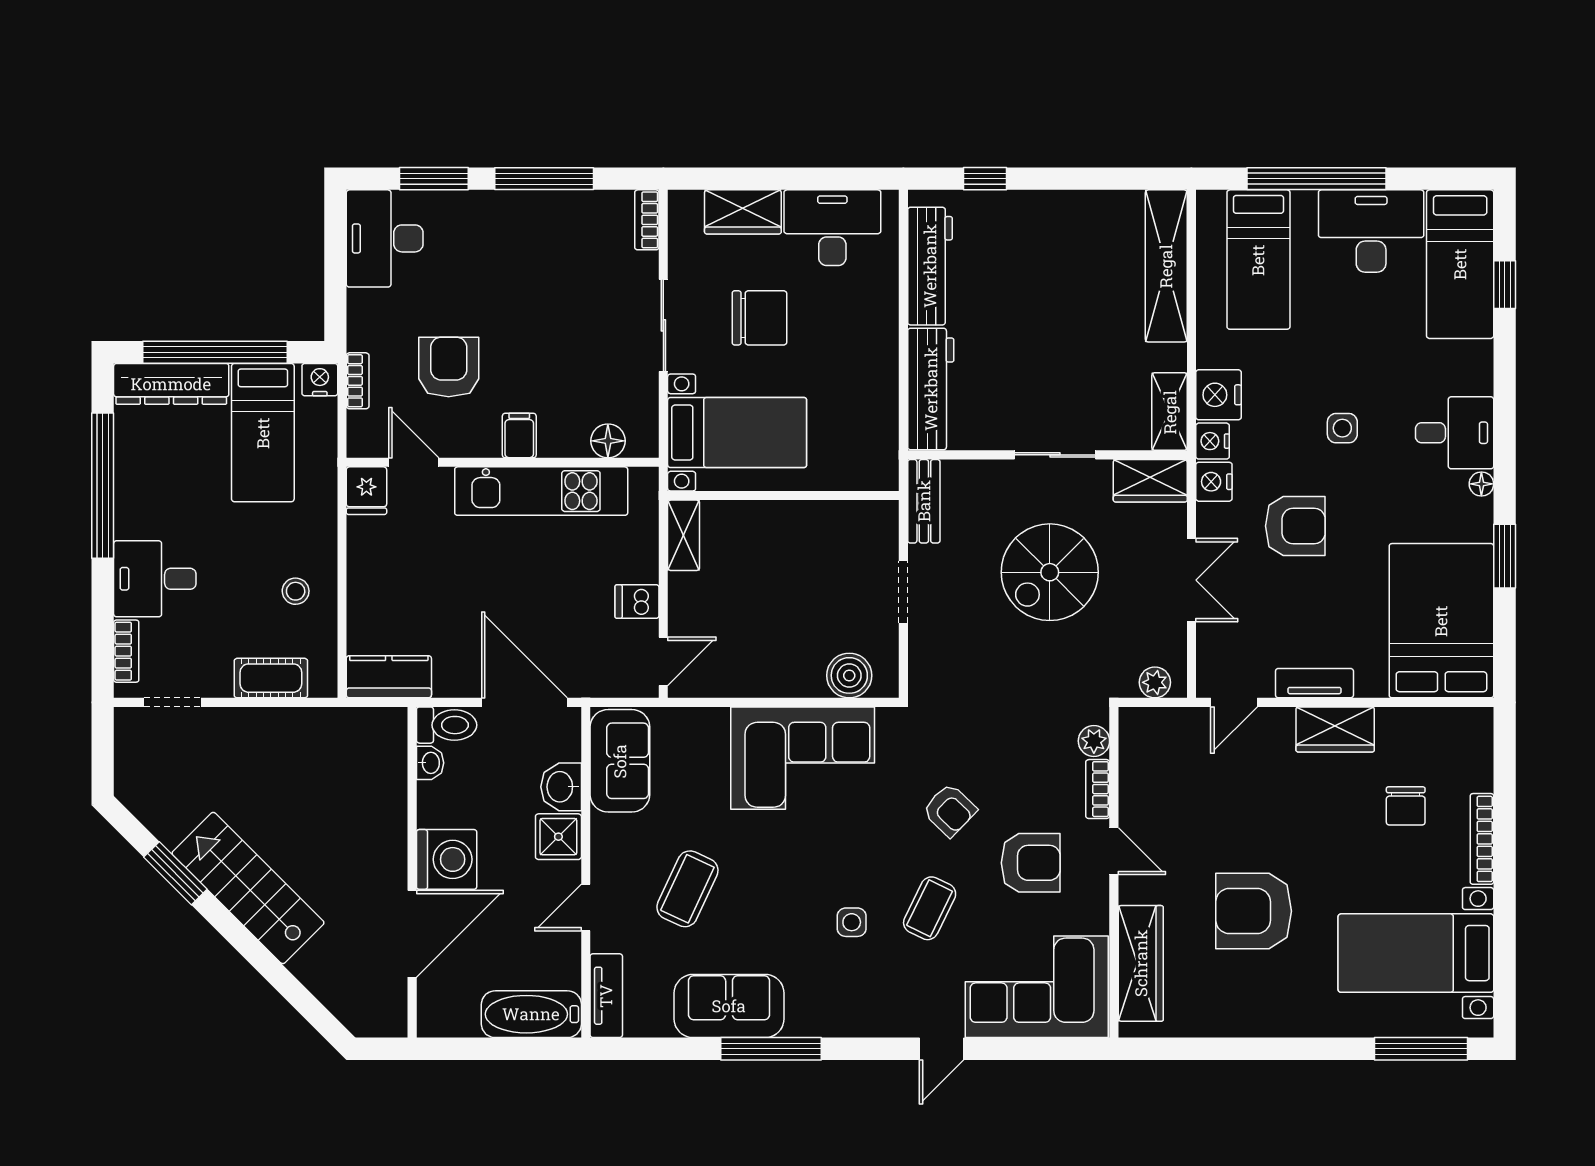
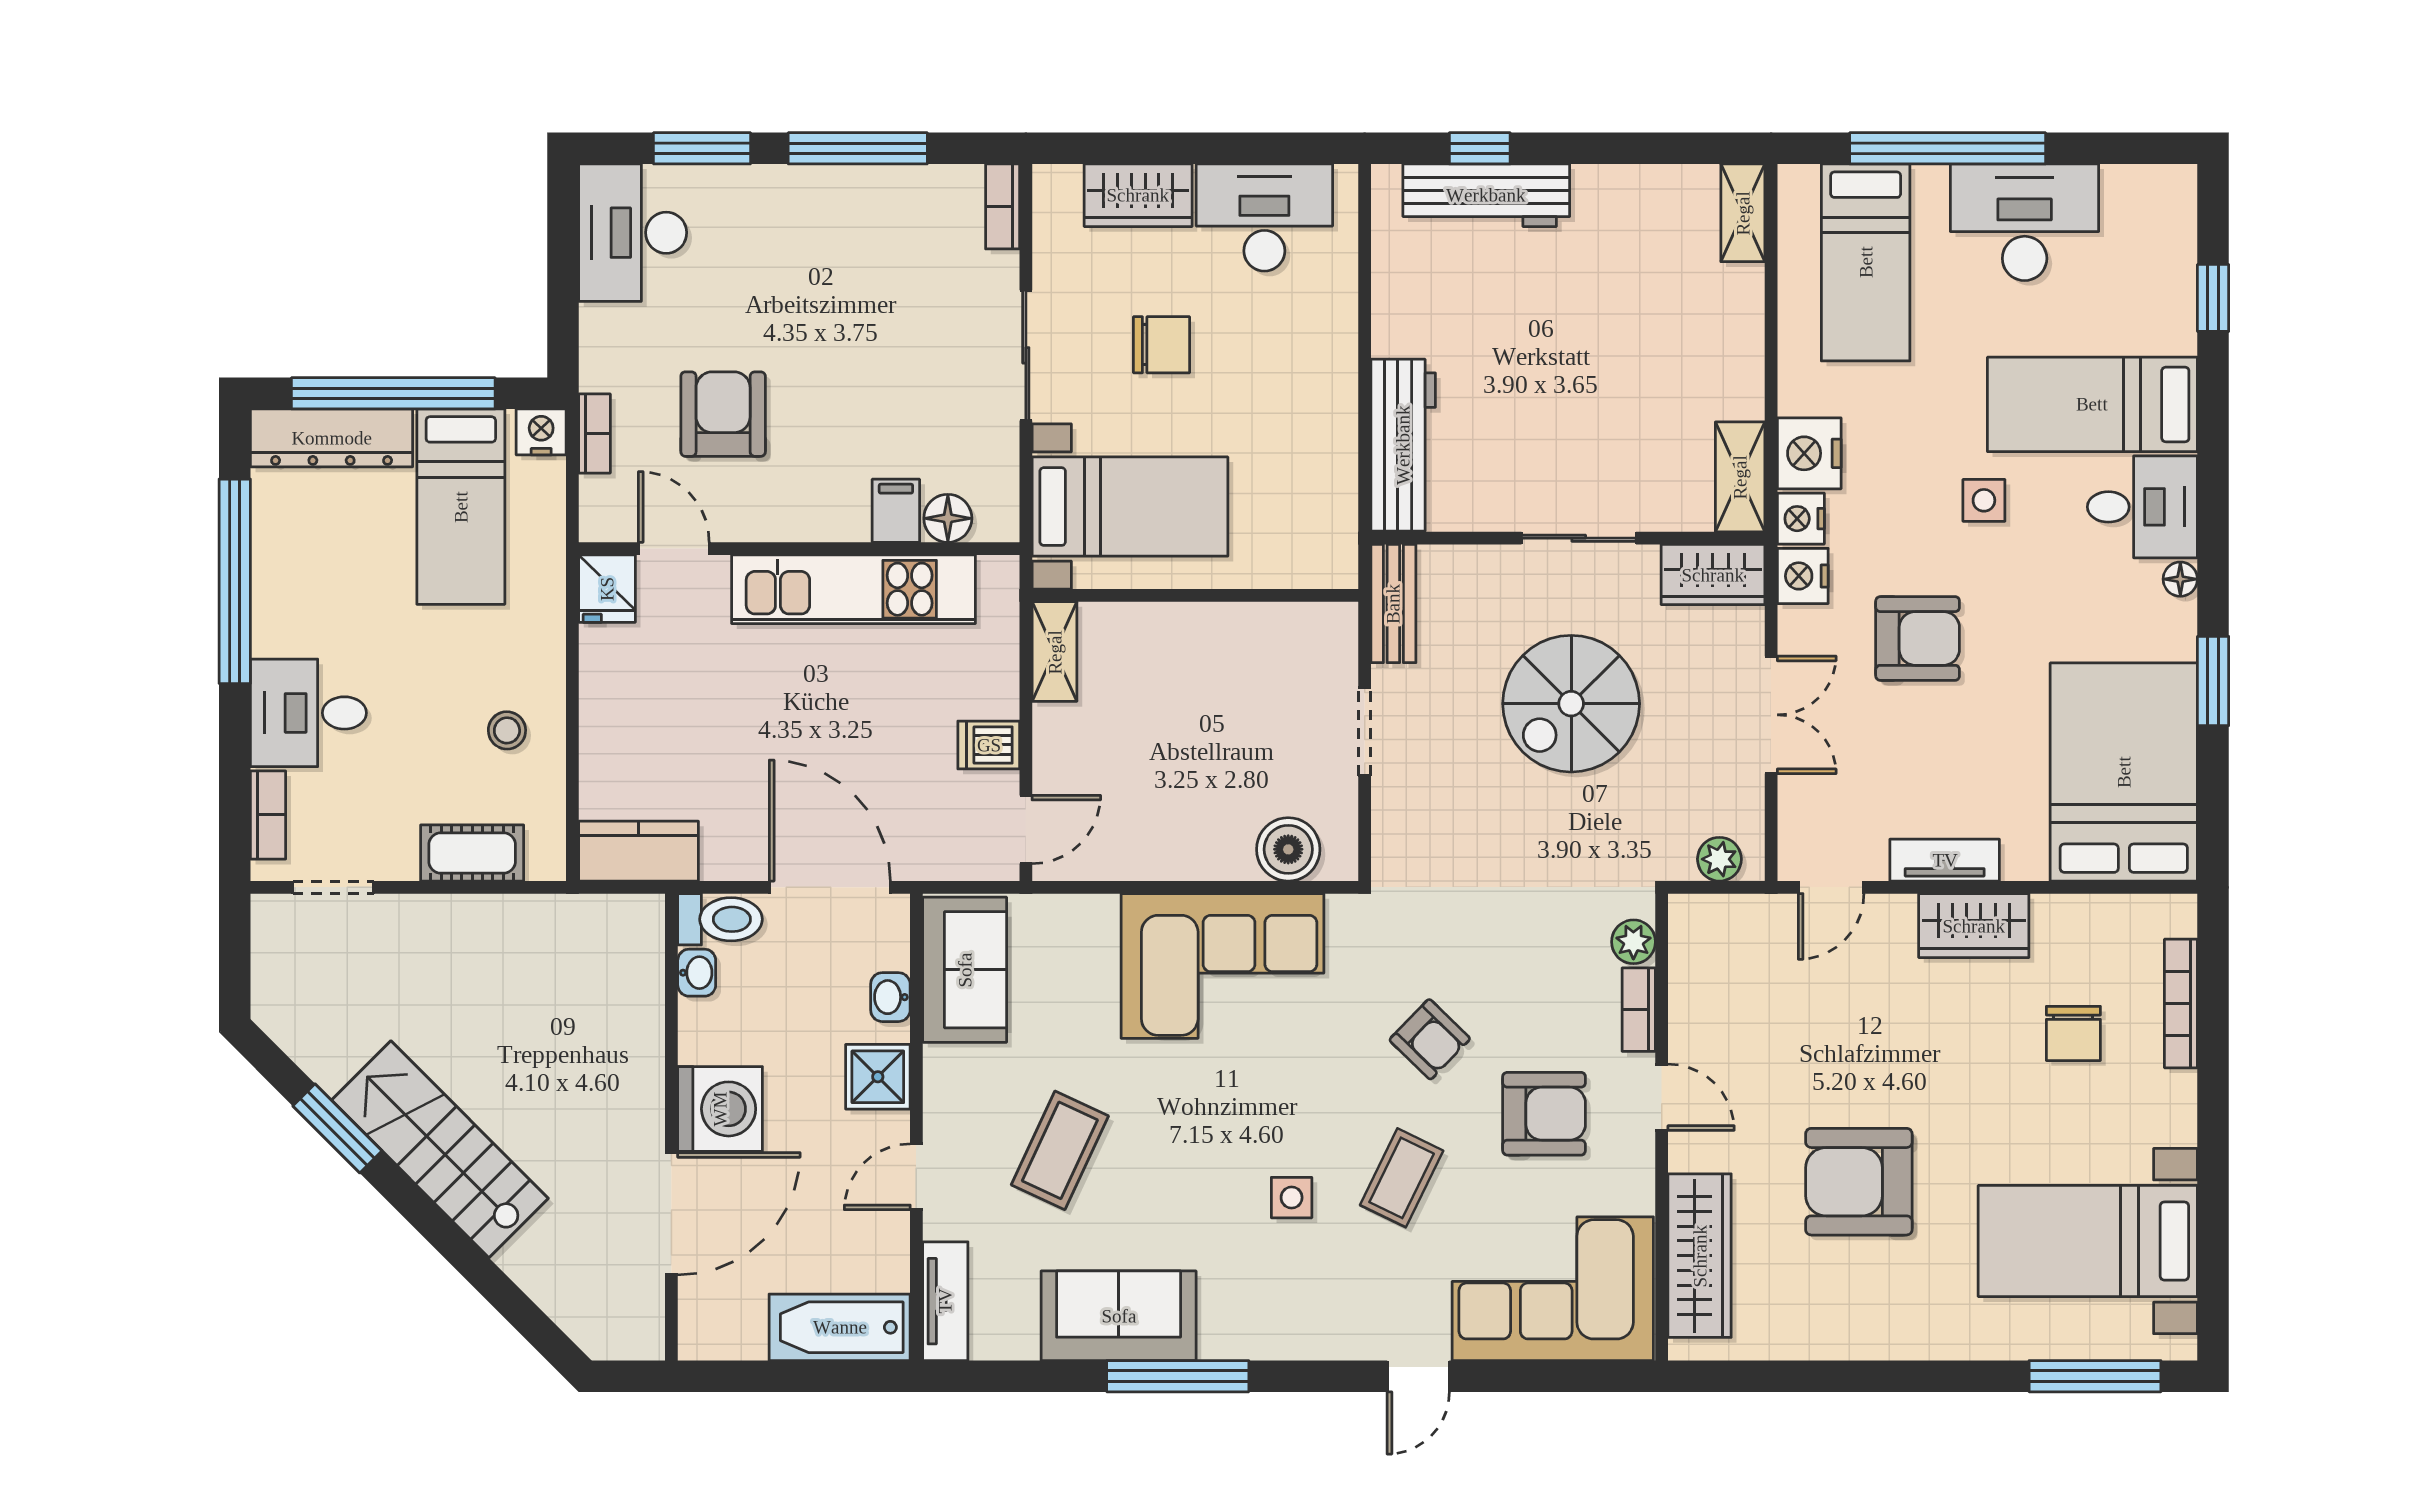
bed: (1460, 264) -> (2092, 404), moved, turned 90
workbench: (930, 266) -> (1486, 195), moved, turned 90
shelving: (1166, 266) -> (1743, 213), width x0.45, depth x0.75
chair: (759, 318) -> (1162, 345), width x0.73, depth x0.73
filing cabinet: (519, 436) -> (896, 511), moved
washbasin: (561, 787) -> (890, 997), width x0.72, depth x0.69
bookcase: (1482, 839) -> (2181, 1004), moved

